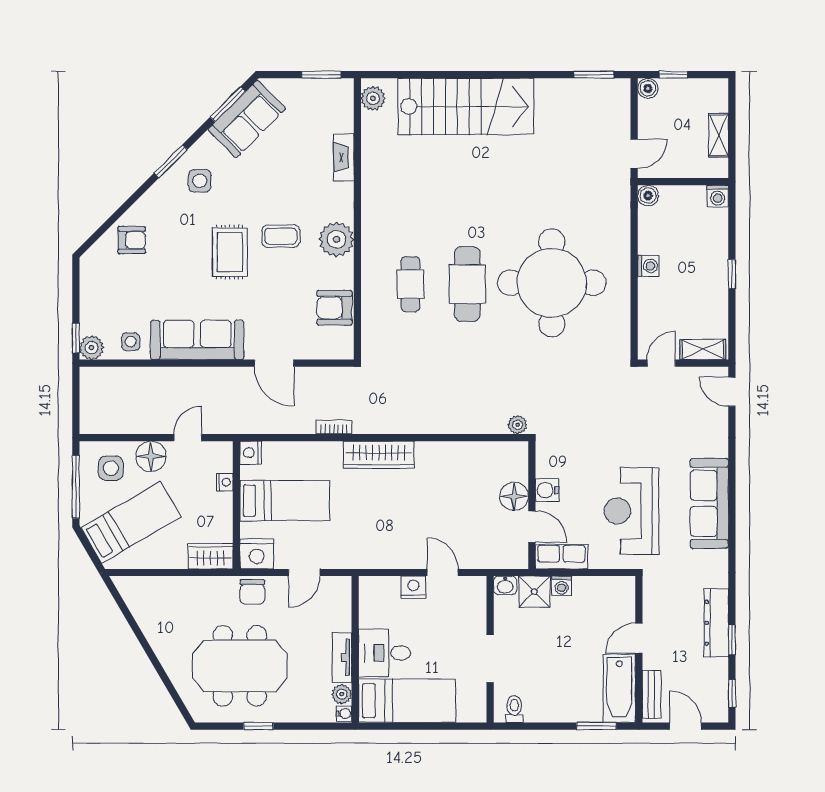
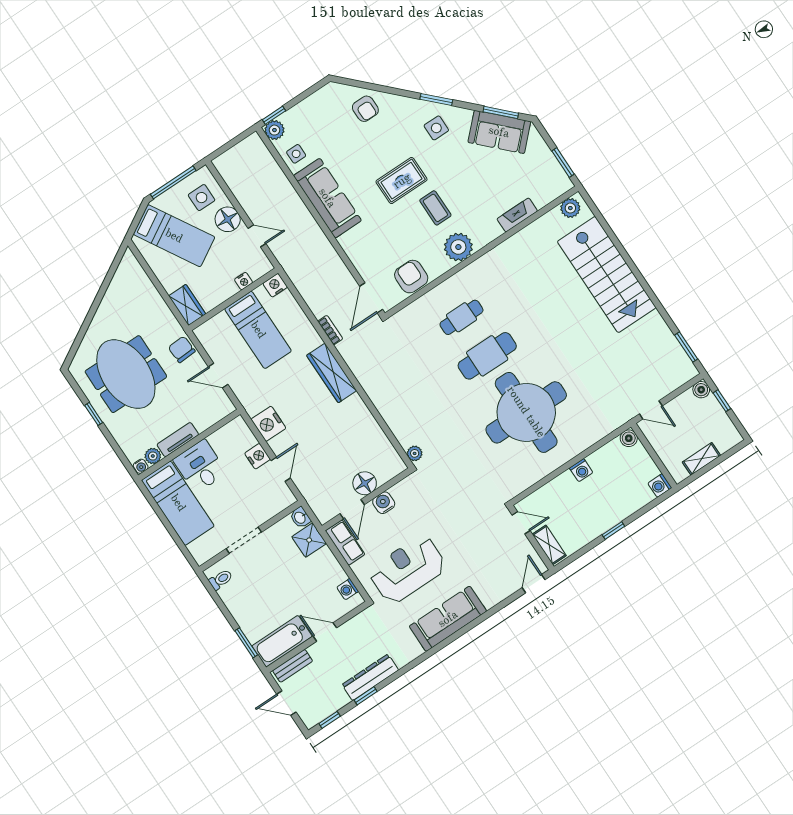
door: (274, 363) -> (371, 298), moved
nightstand: (257, 554) -> (268, 424), moved
washing machine: (562, 586) -> (348, 589), moved
chair: (252, 592) -> (182, 349), turned 87
door: (685, 726) -> (286, 703), swing flipped

